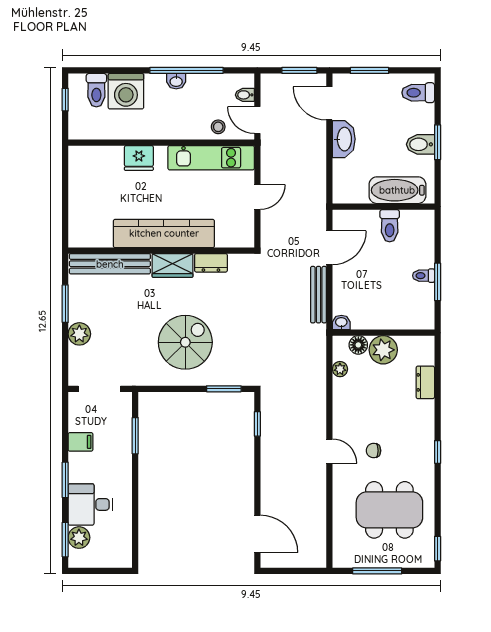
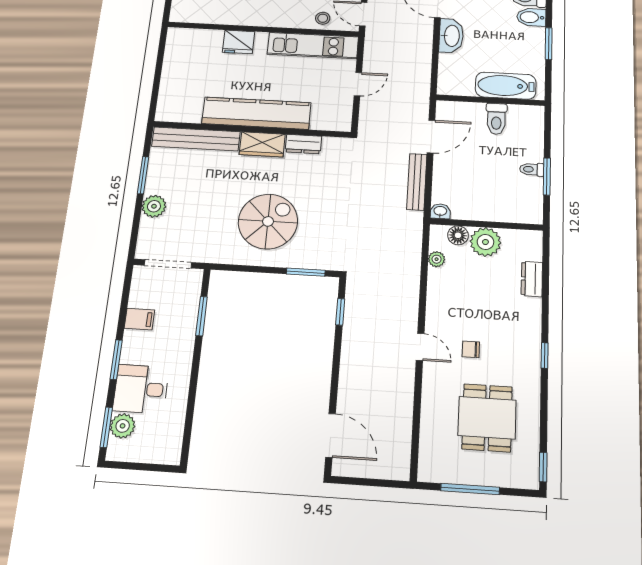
bidet: (420, 144) -> (531, 17), moved
dining table: (389, 510) -> (487, 418), width x0.73

